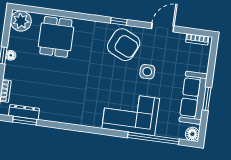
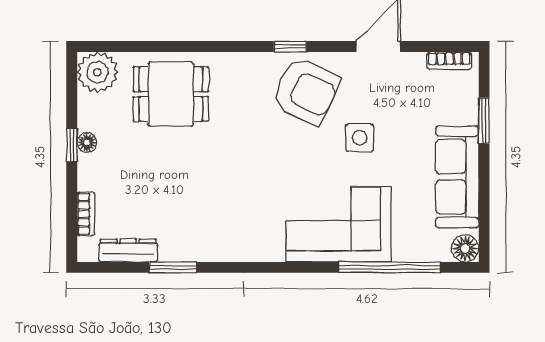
dining table: (56, 37) -> (171, 94), turned 90
window: (207, 99) -> (484, 121), moved
window: (25, 121) -> (173, 267), moved

